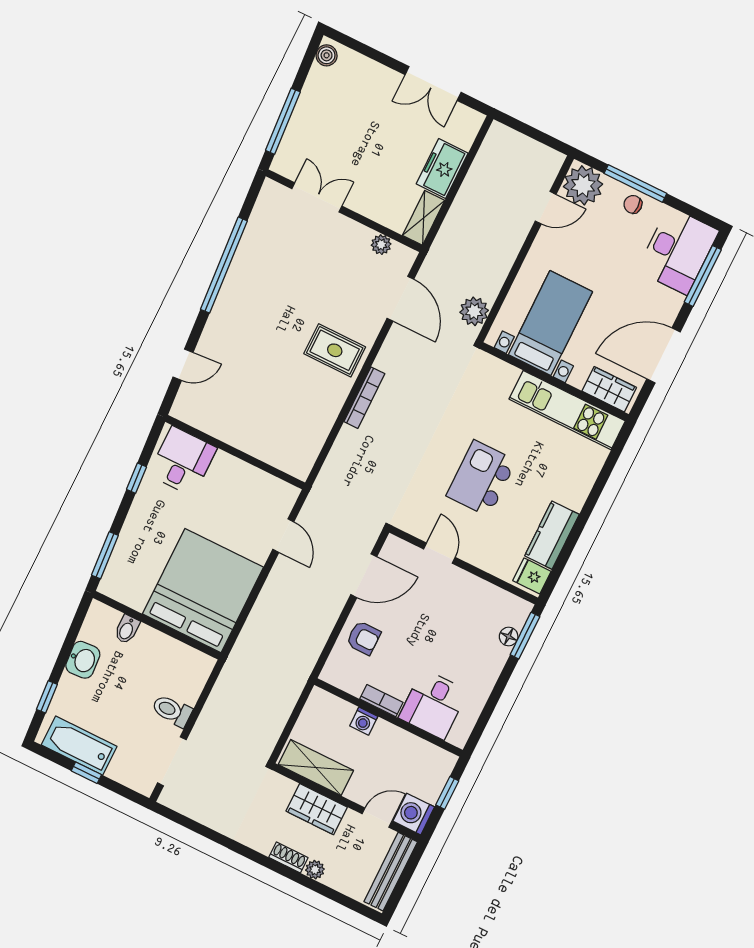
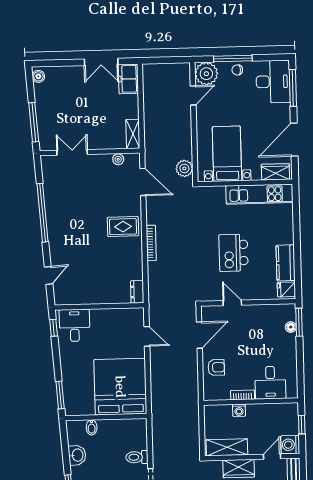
freezer: (442, 168) -> (128, 79), moved
dresser: (304, 461) -> (137, 292), added
window: (137, 478) -> (54, 328), moved

